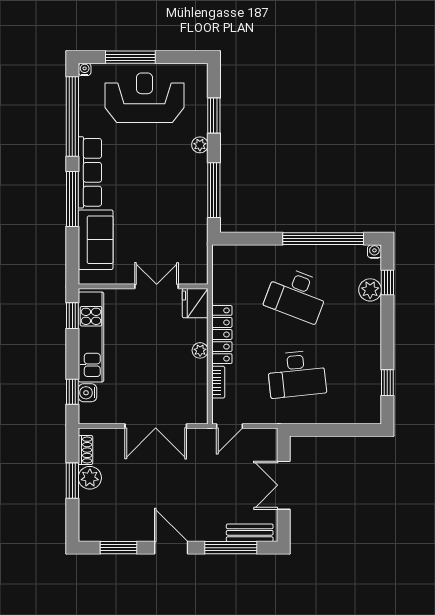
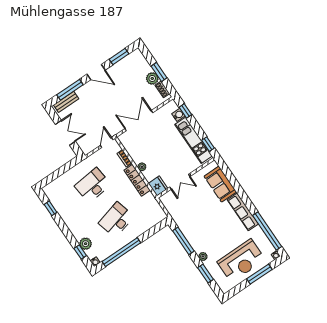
window: (72, 199) -> (243, 195), removed
desk: (297, 295) -> (116, 220), turned -36

